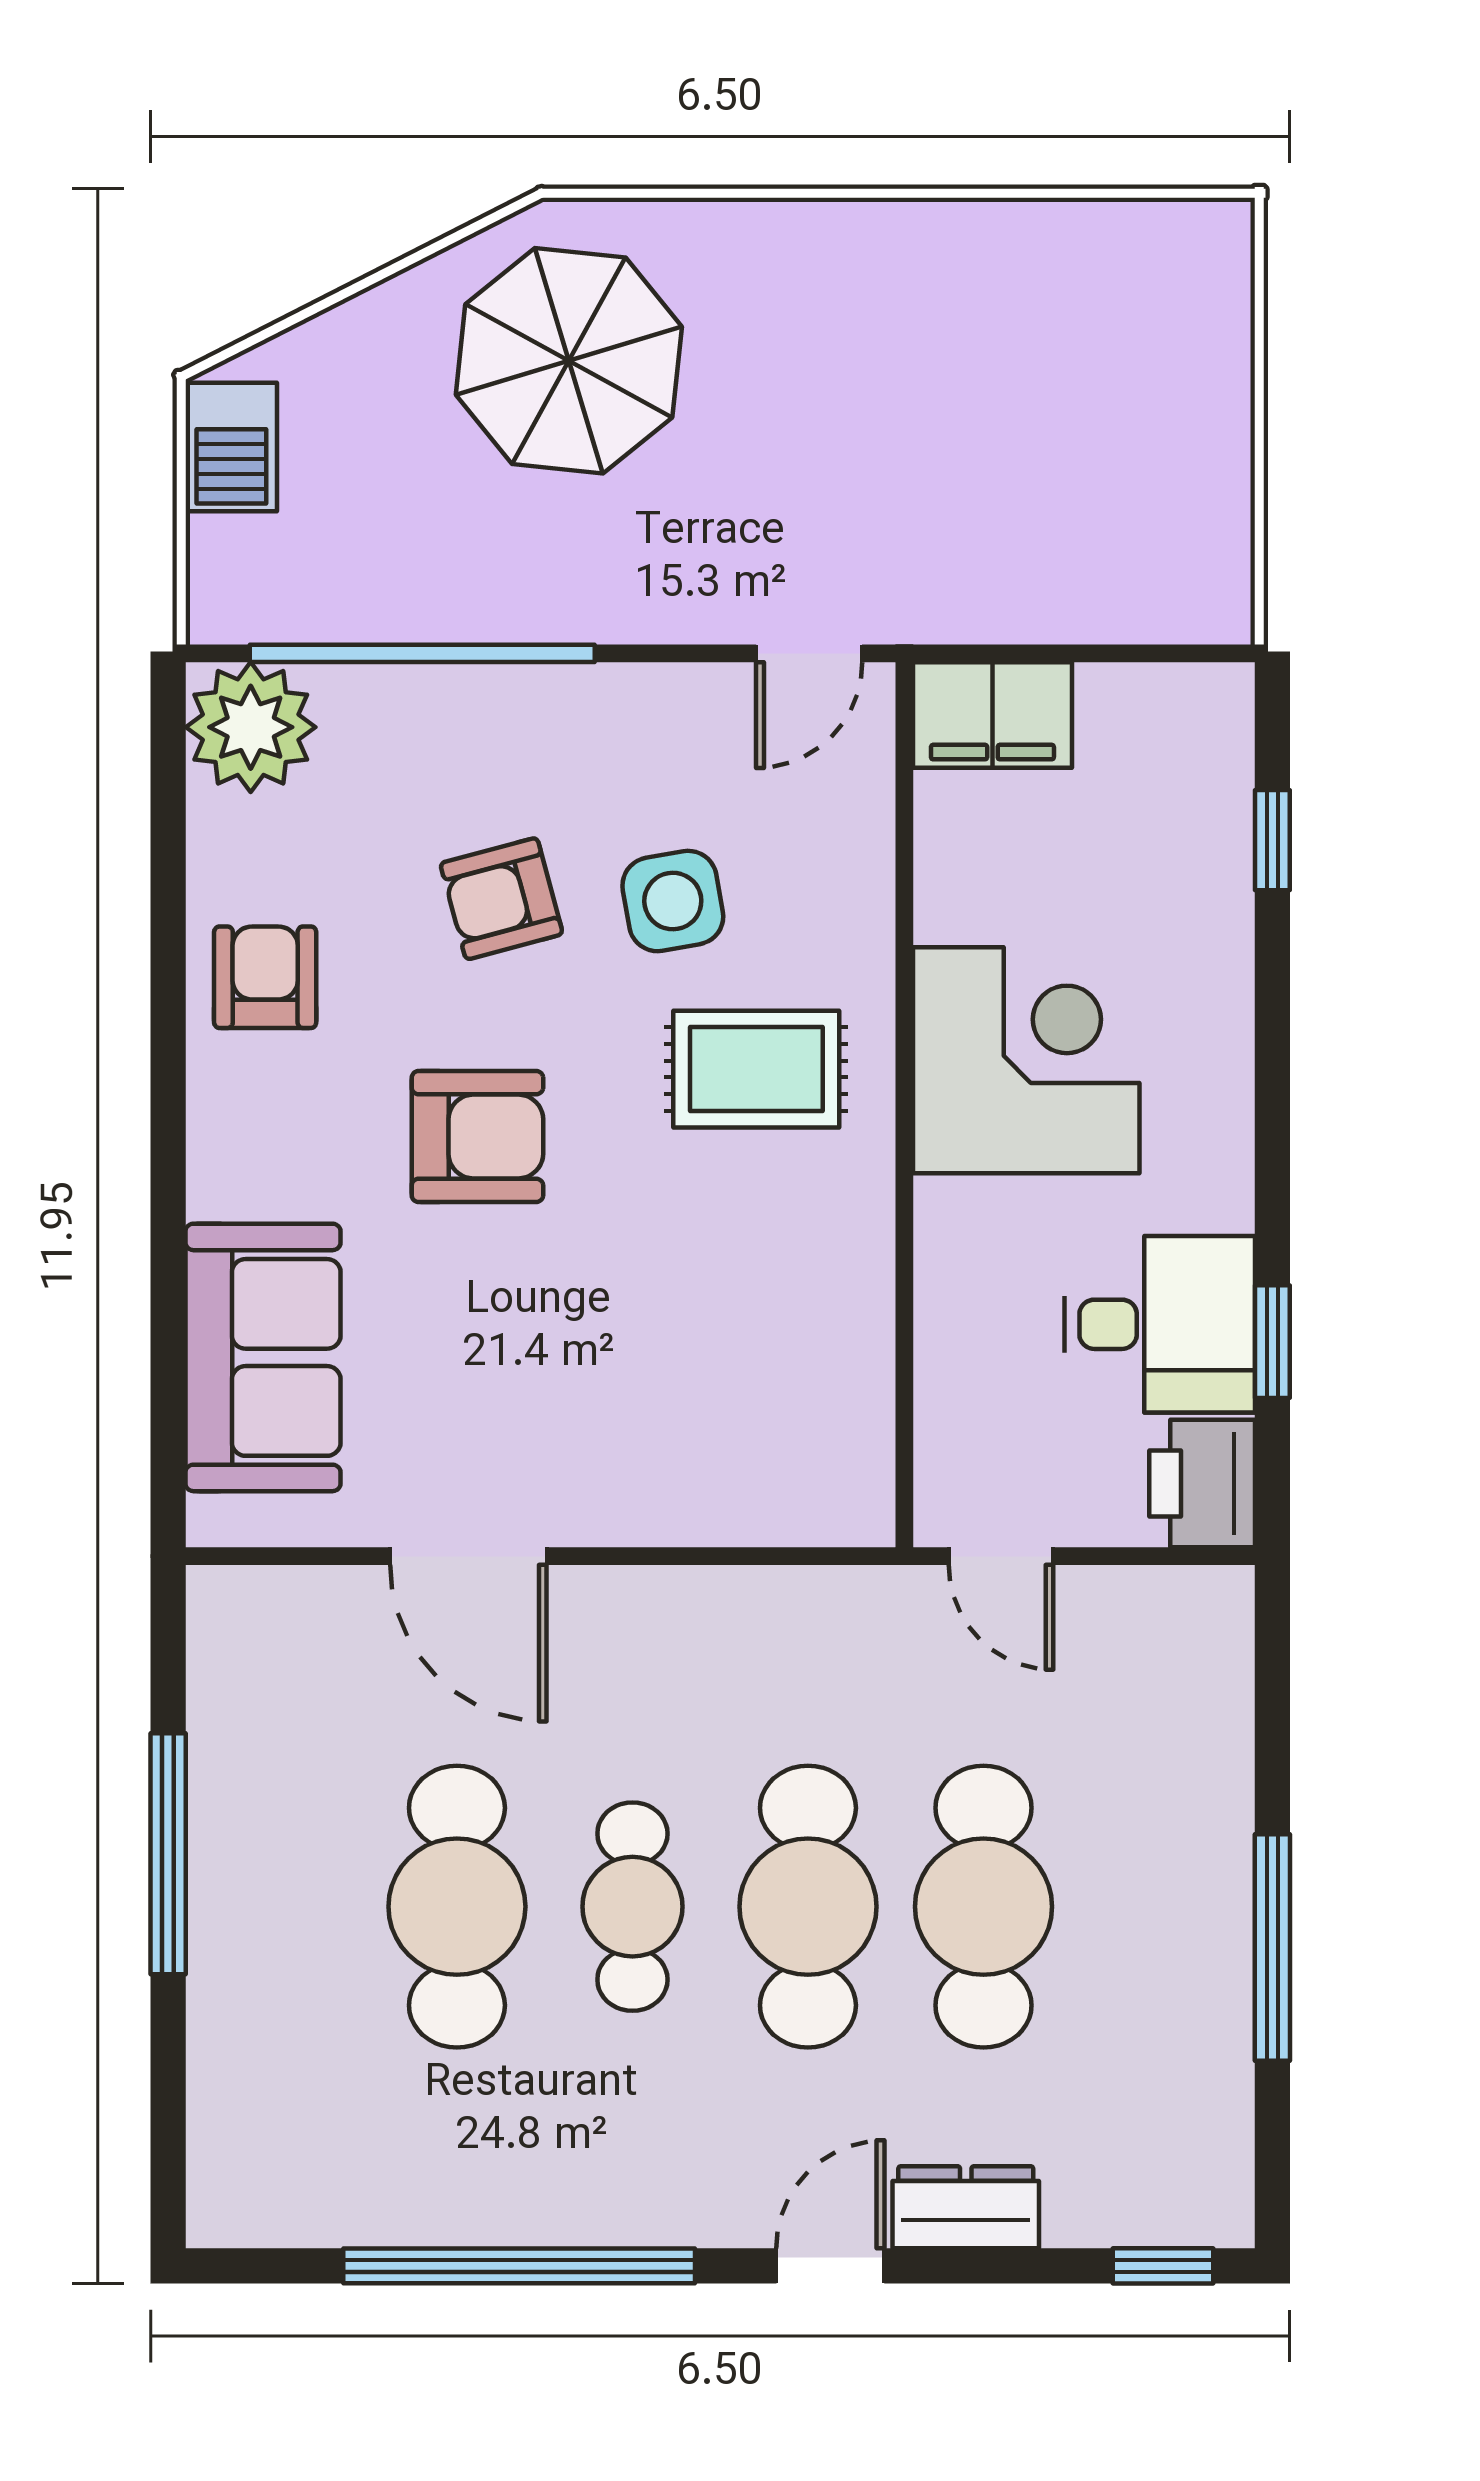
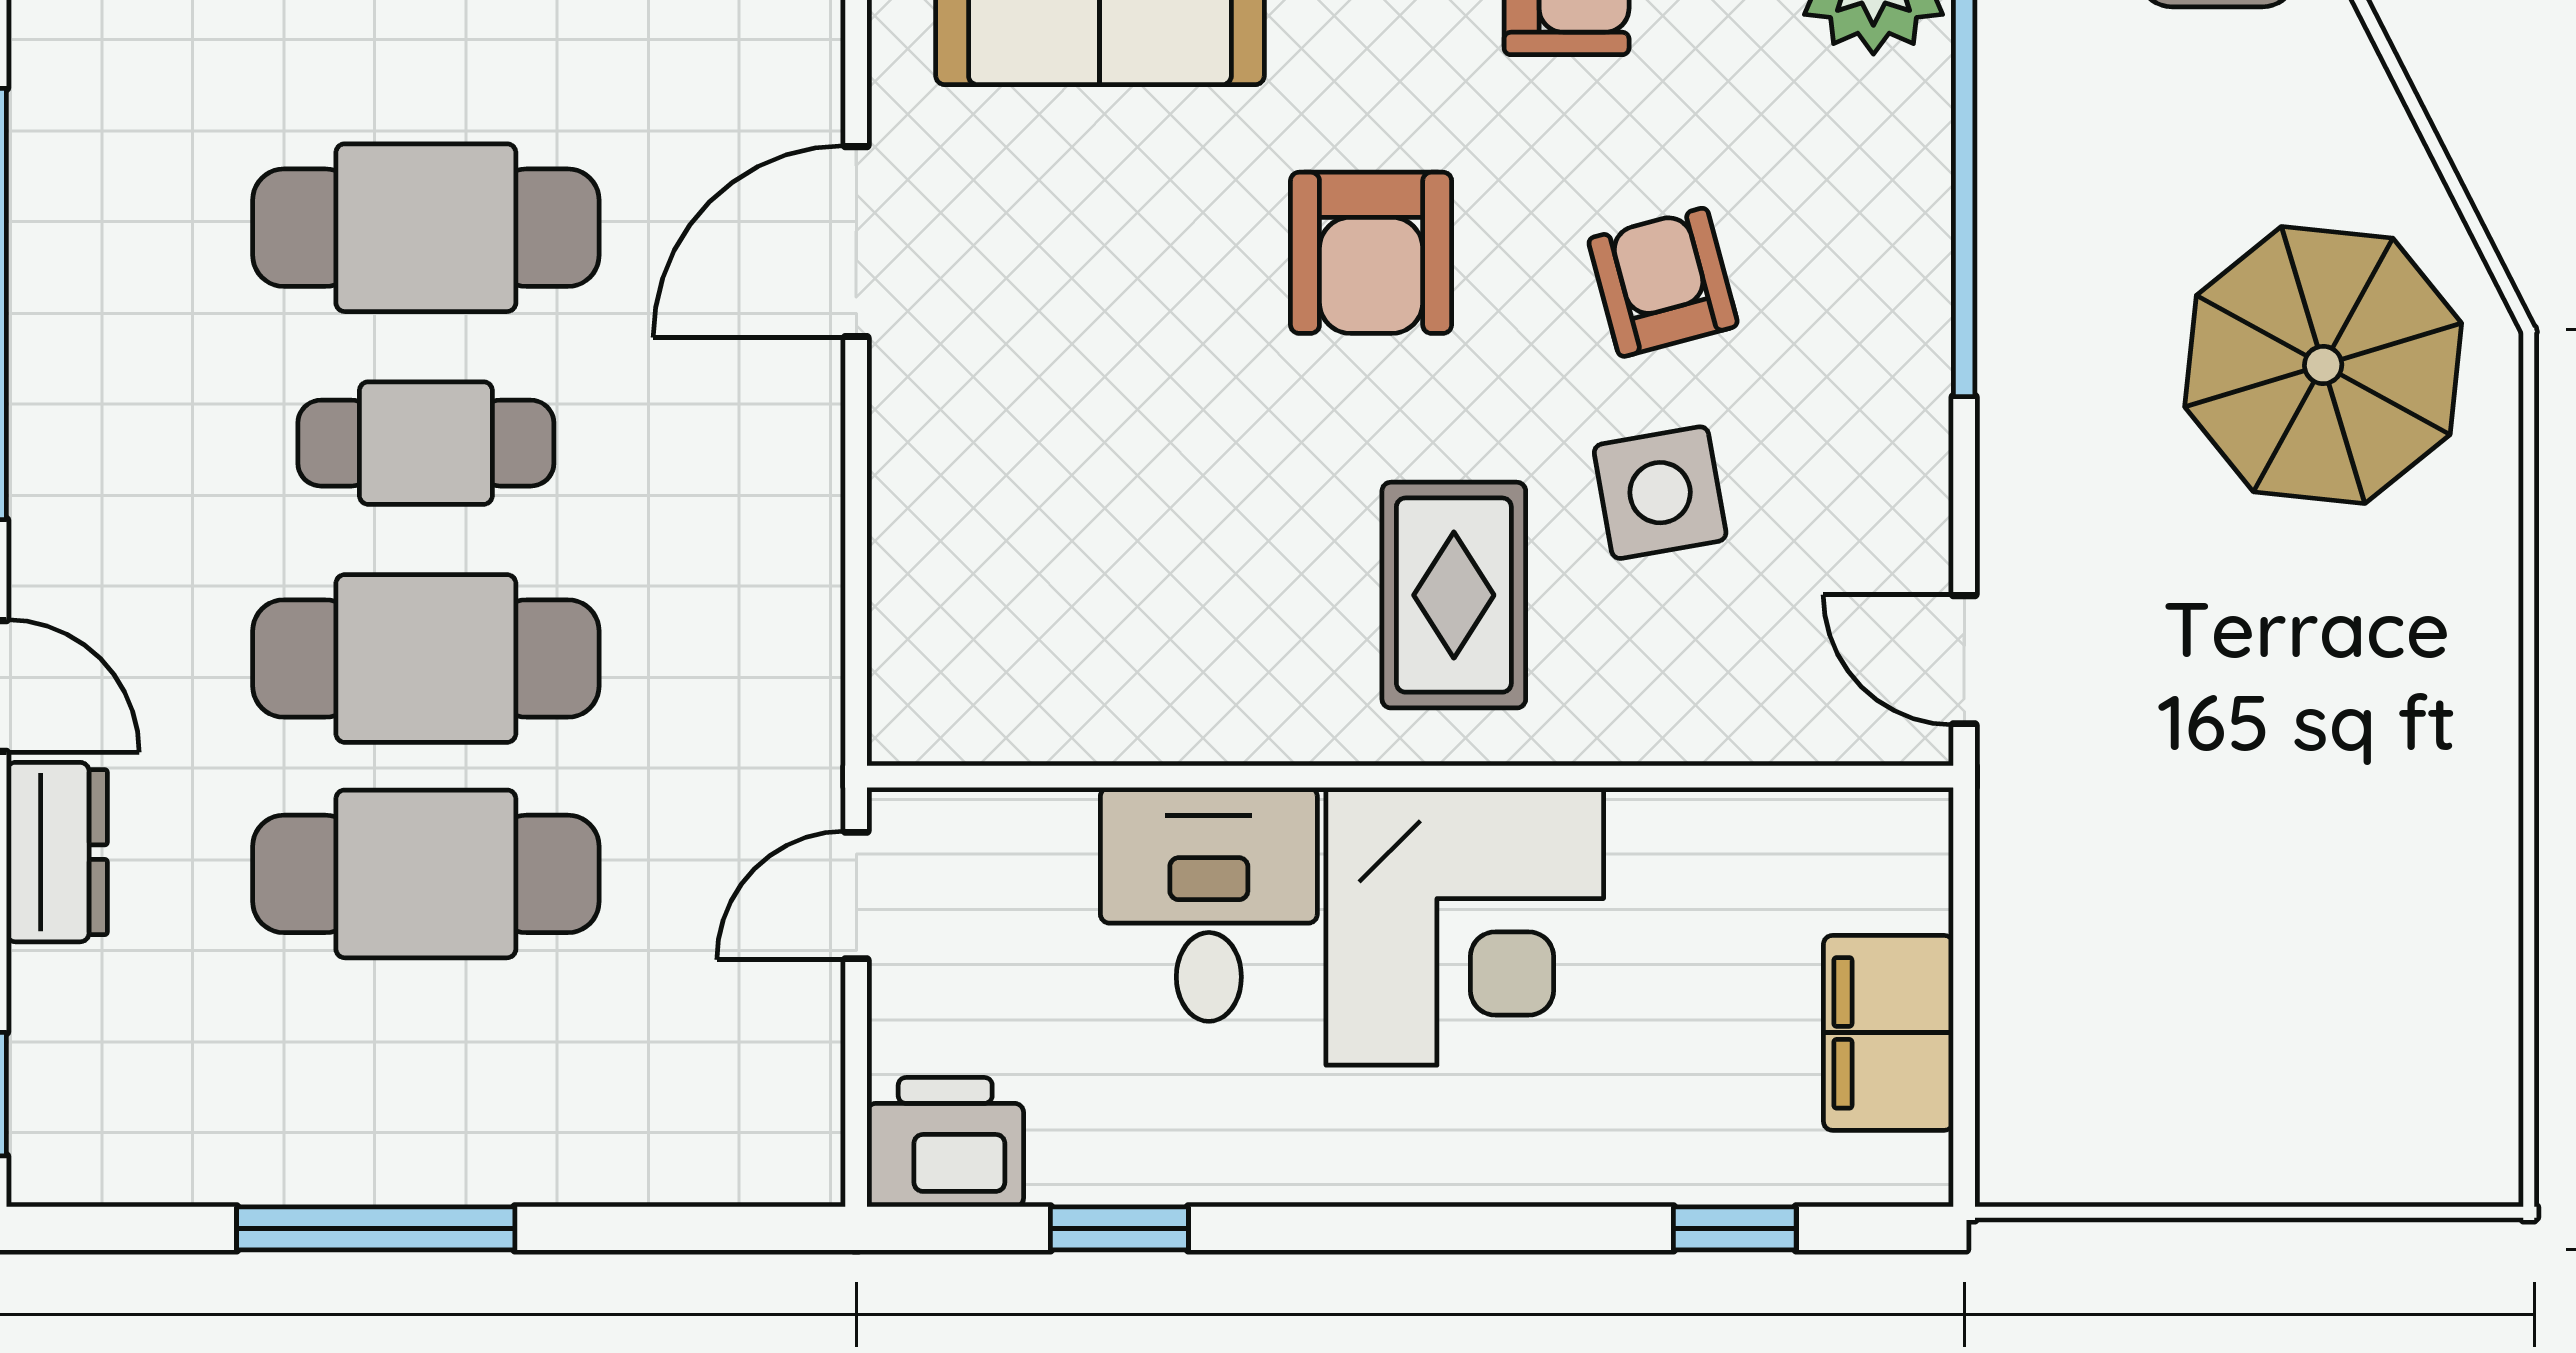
filing cabinet: (992, 715) -> (1888, 1033), moved
desk: (1160, 1324) -> (1209, 904), moved, turned 180

